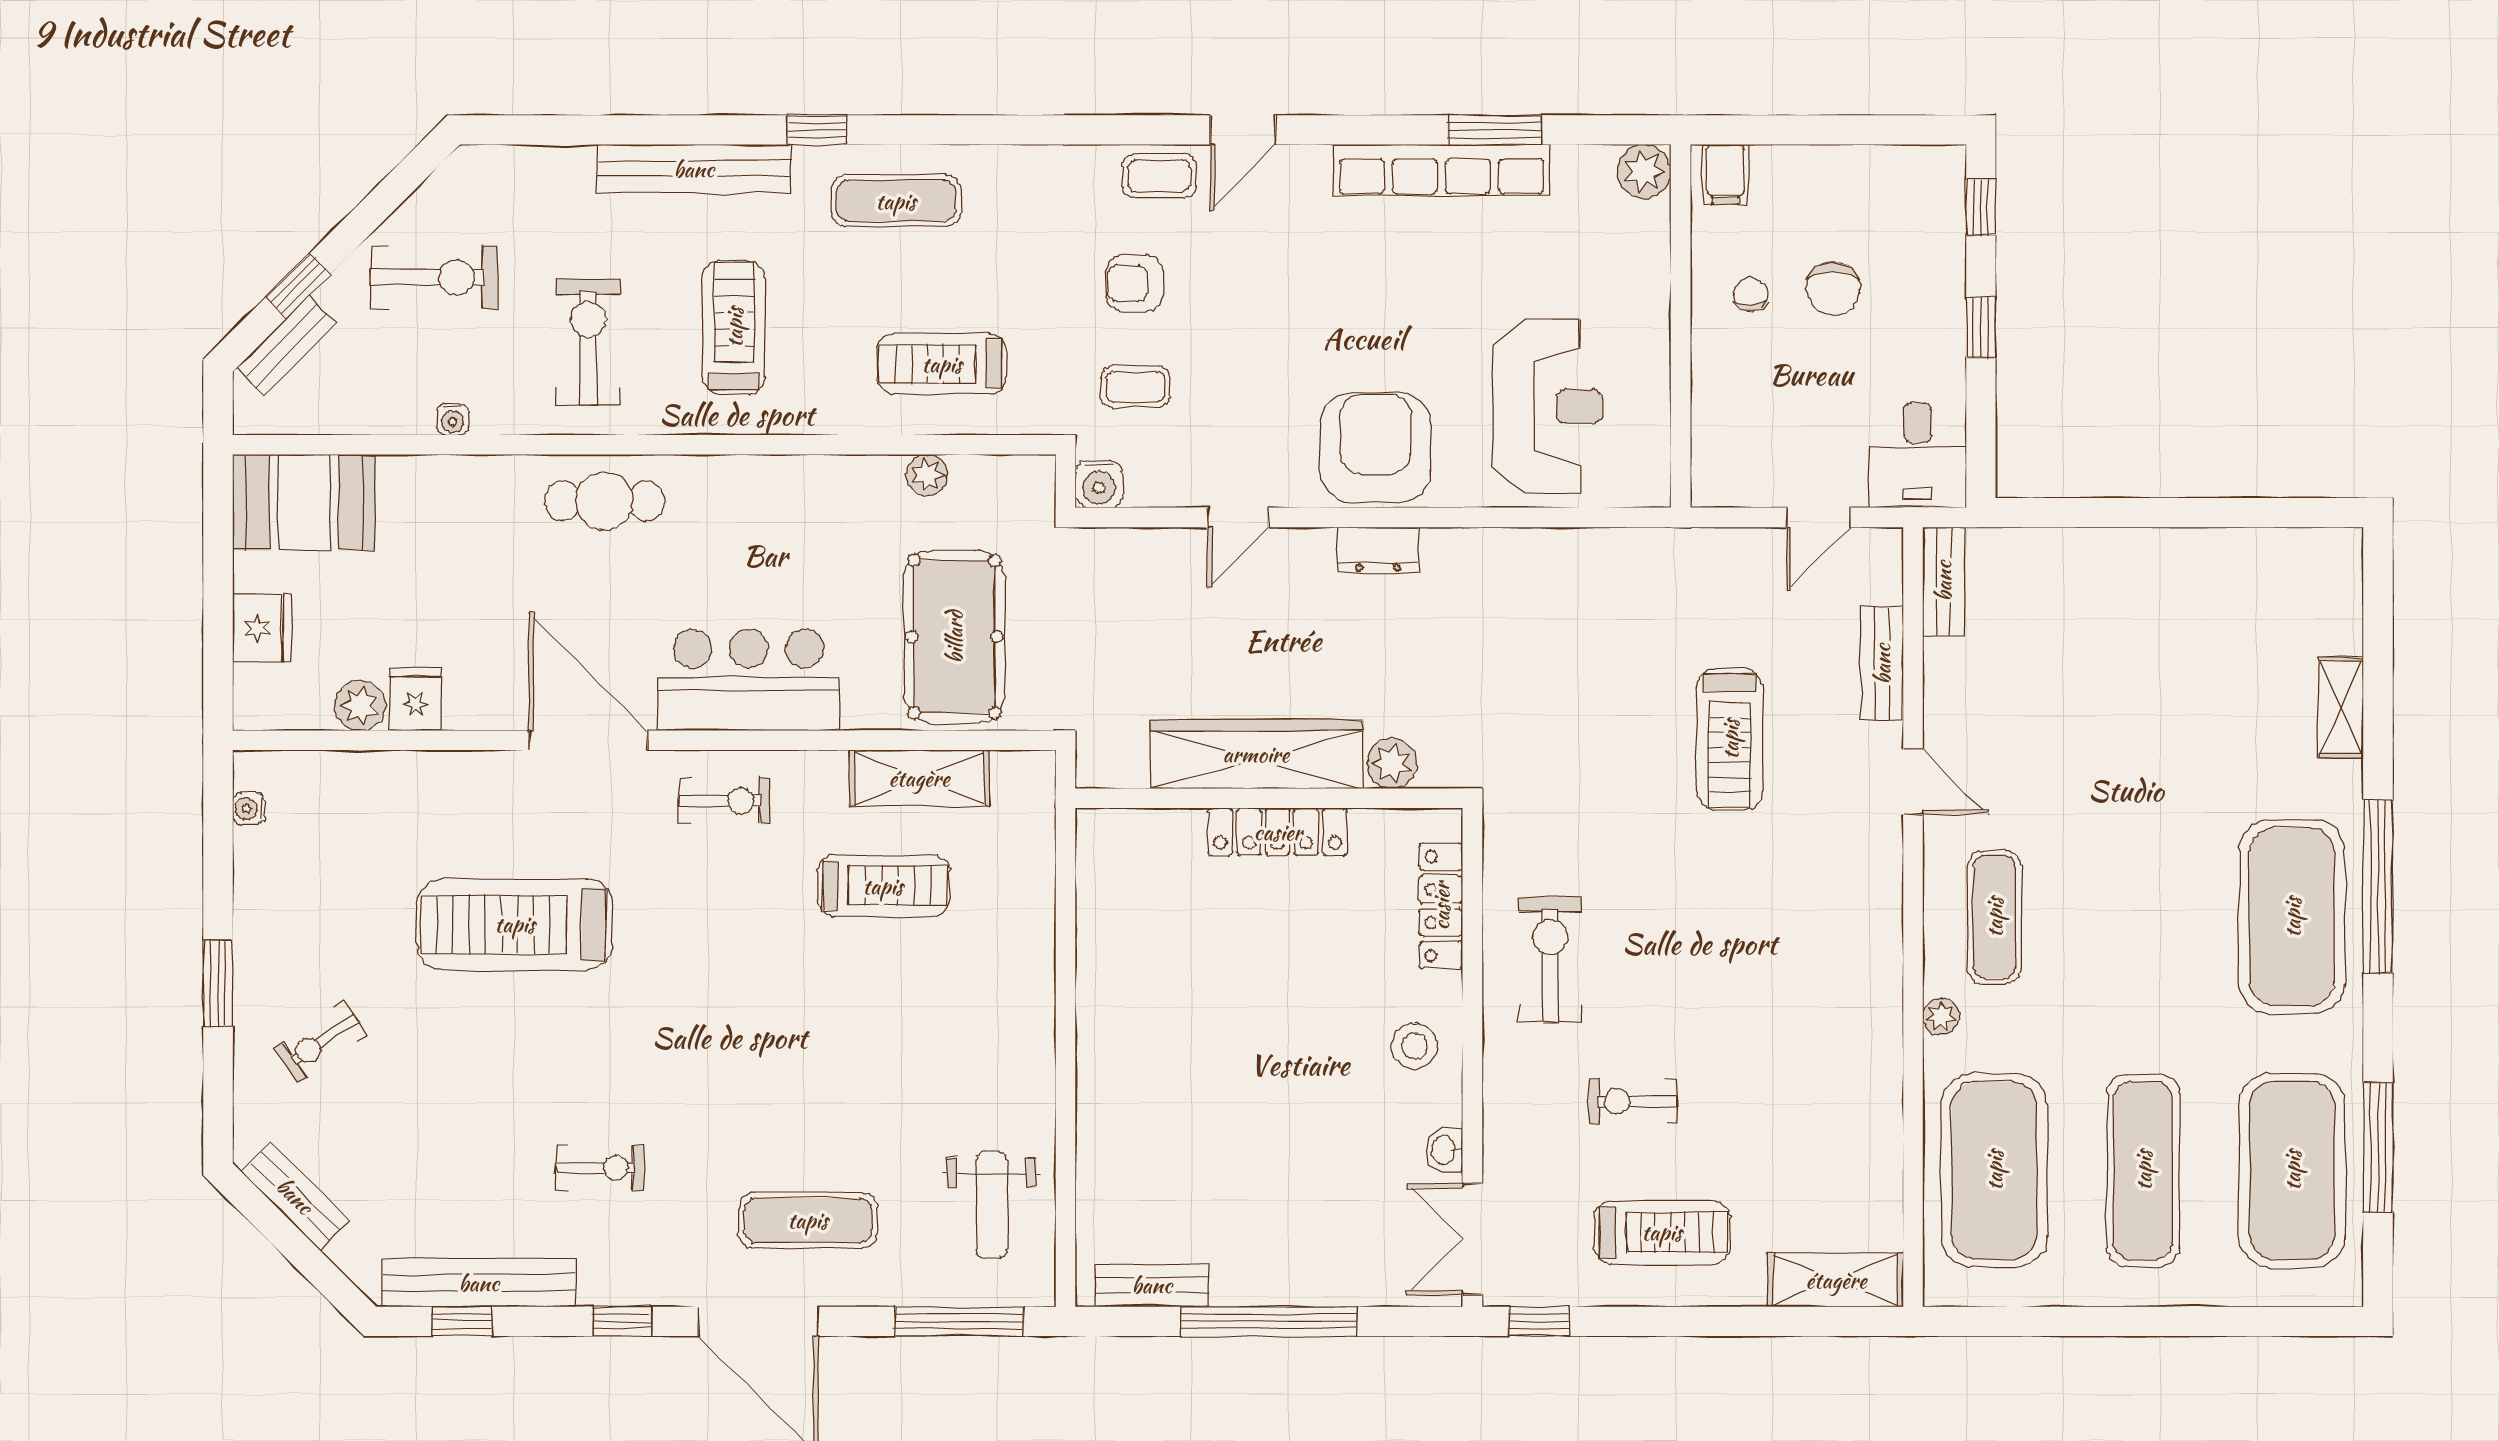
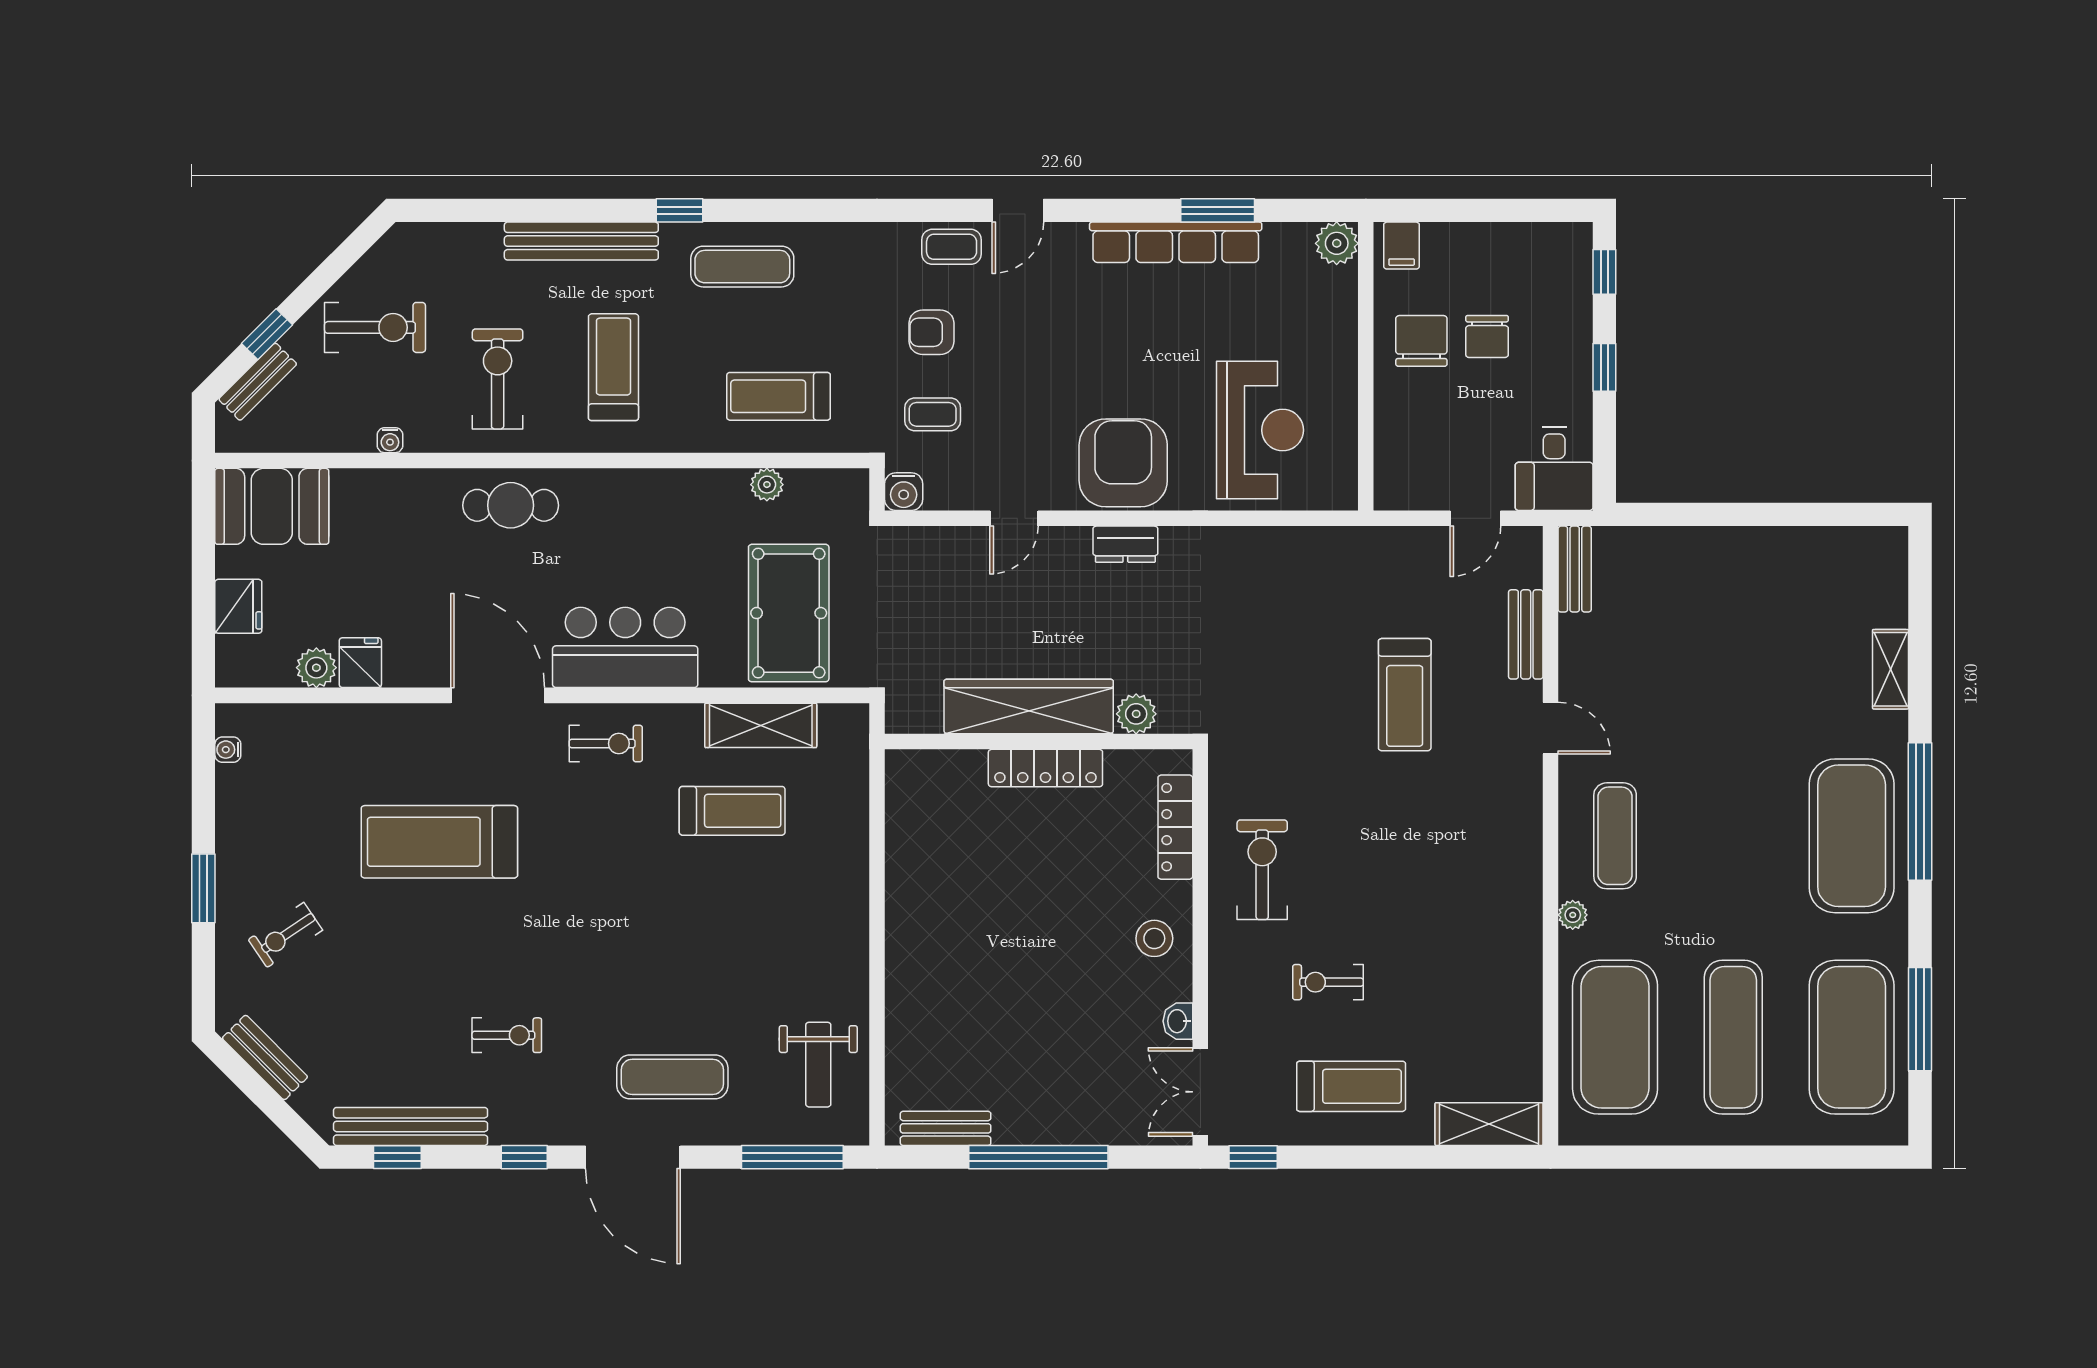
chair: (1751, 294) -> (1421, 341), width x1.87, depth x1.87

